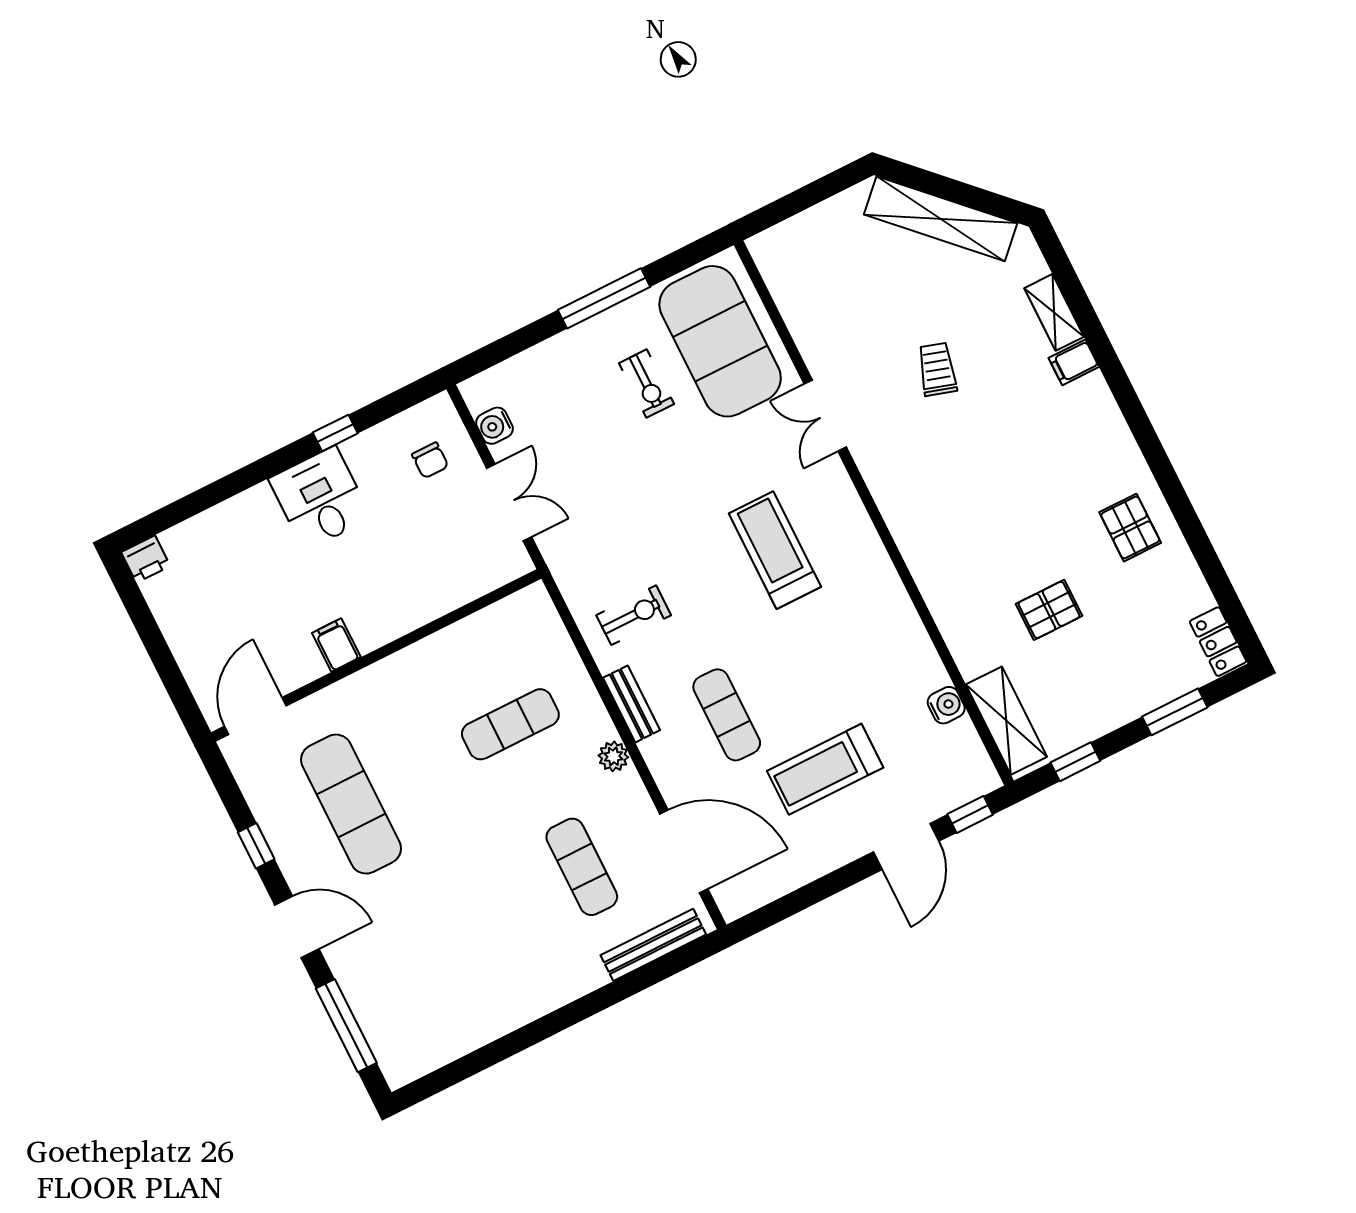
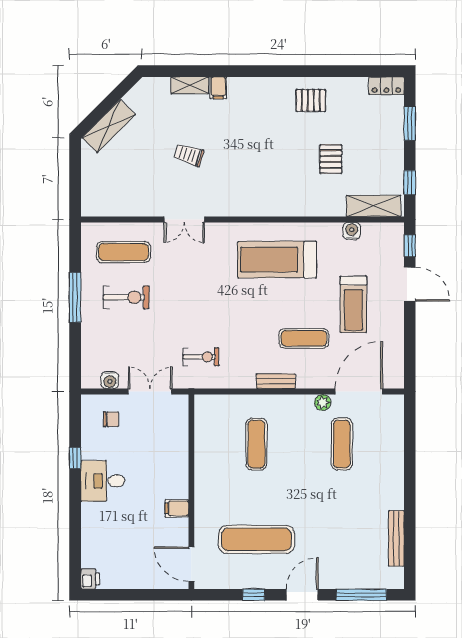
shelving: (941, 219) -> (109, 126), width x0.68
exercise mat: (720, 341) -> (123, 252), width x0.50, depth x0.69
exercise bike: (647, 384) -> (126, 297), width x1.38, depth x1.39
treadmill: (775, 550) -> (277, 260), moved, width x1.37, depth x1.38
exercise bike: (634, 615) -> (201, 357), moved, turned 90
plant: (613, 756) -> (323, 402), moved
exercise mat: (582, 867) -> (342, 444), turned 90
bench: (653, 945) -> (396, 538), moved

